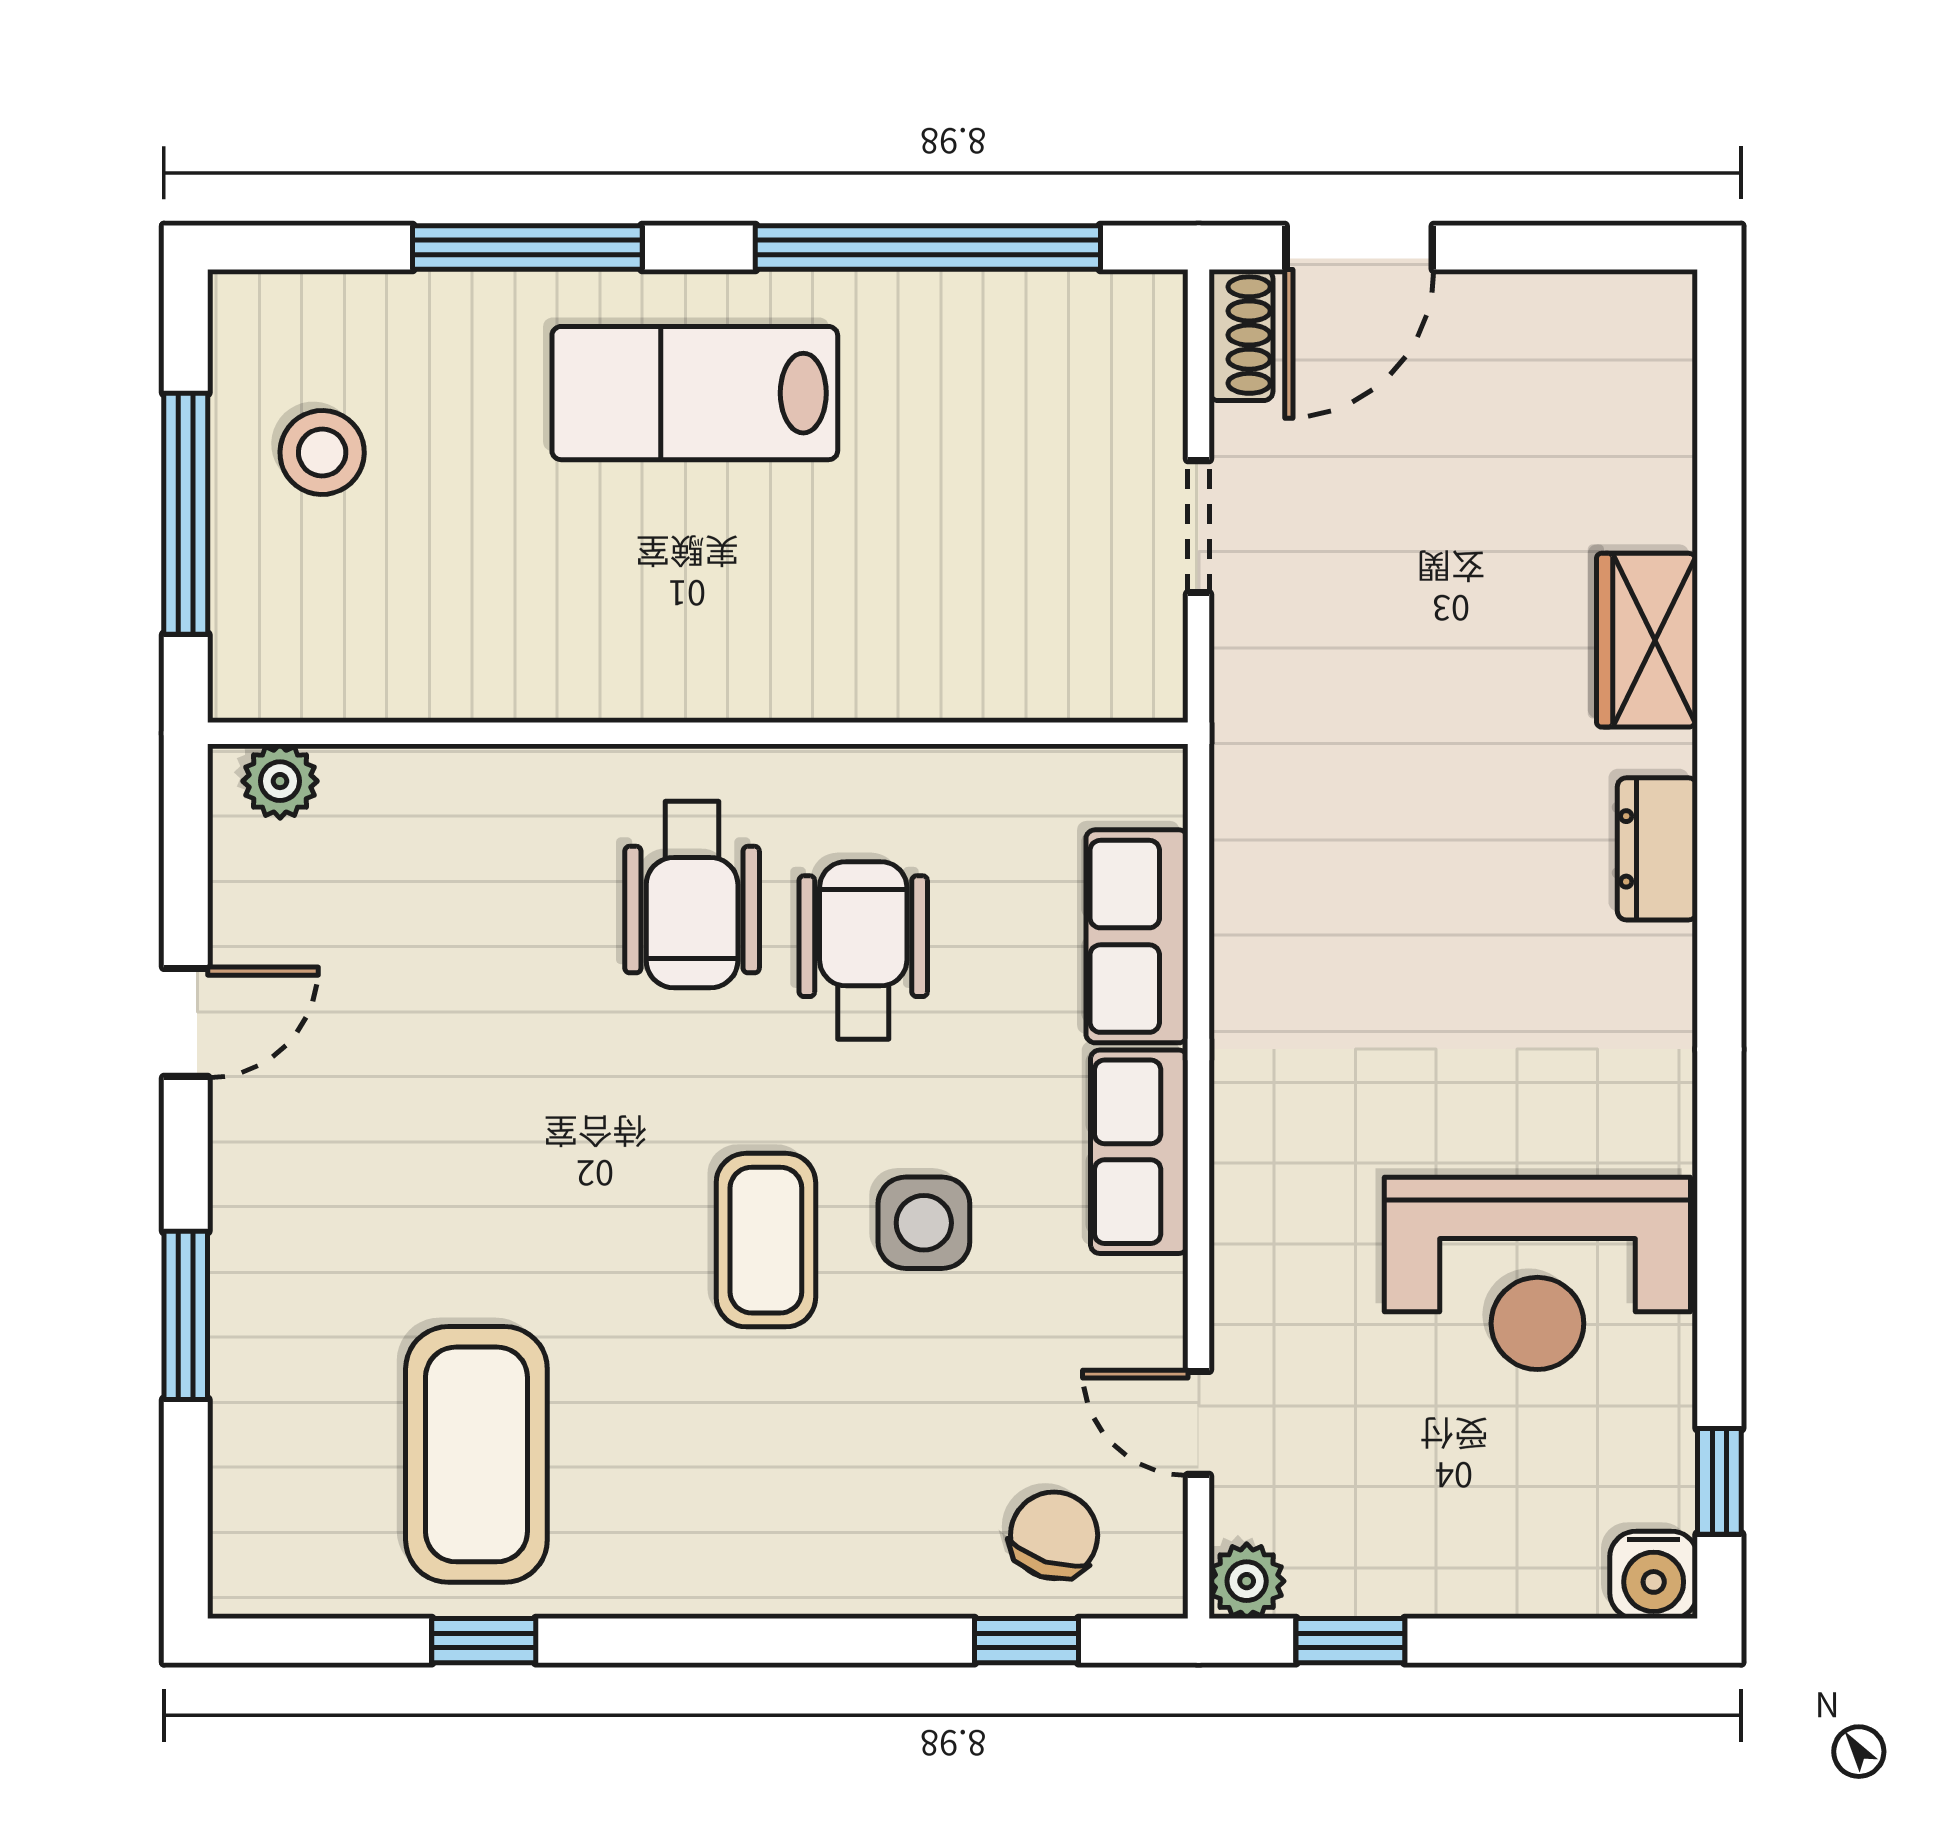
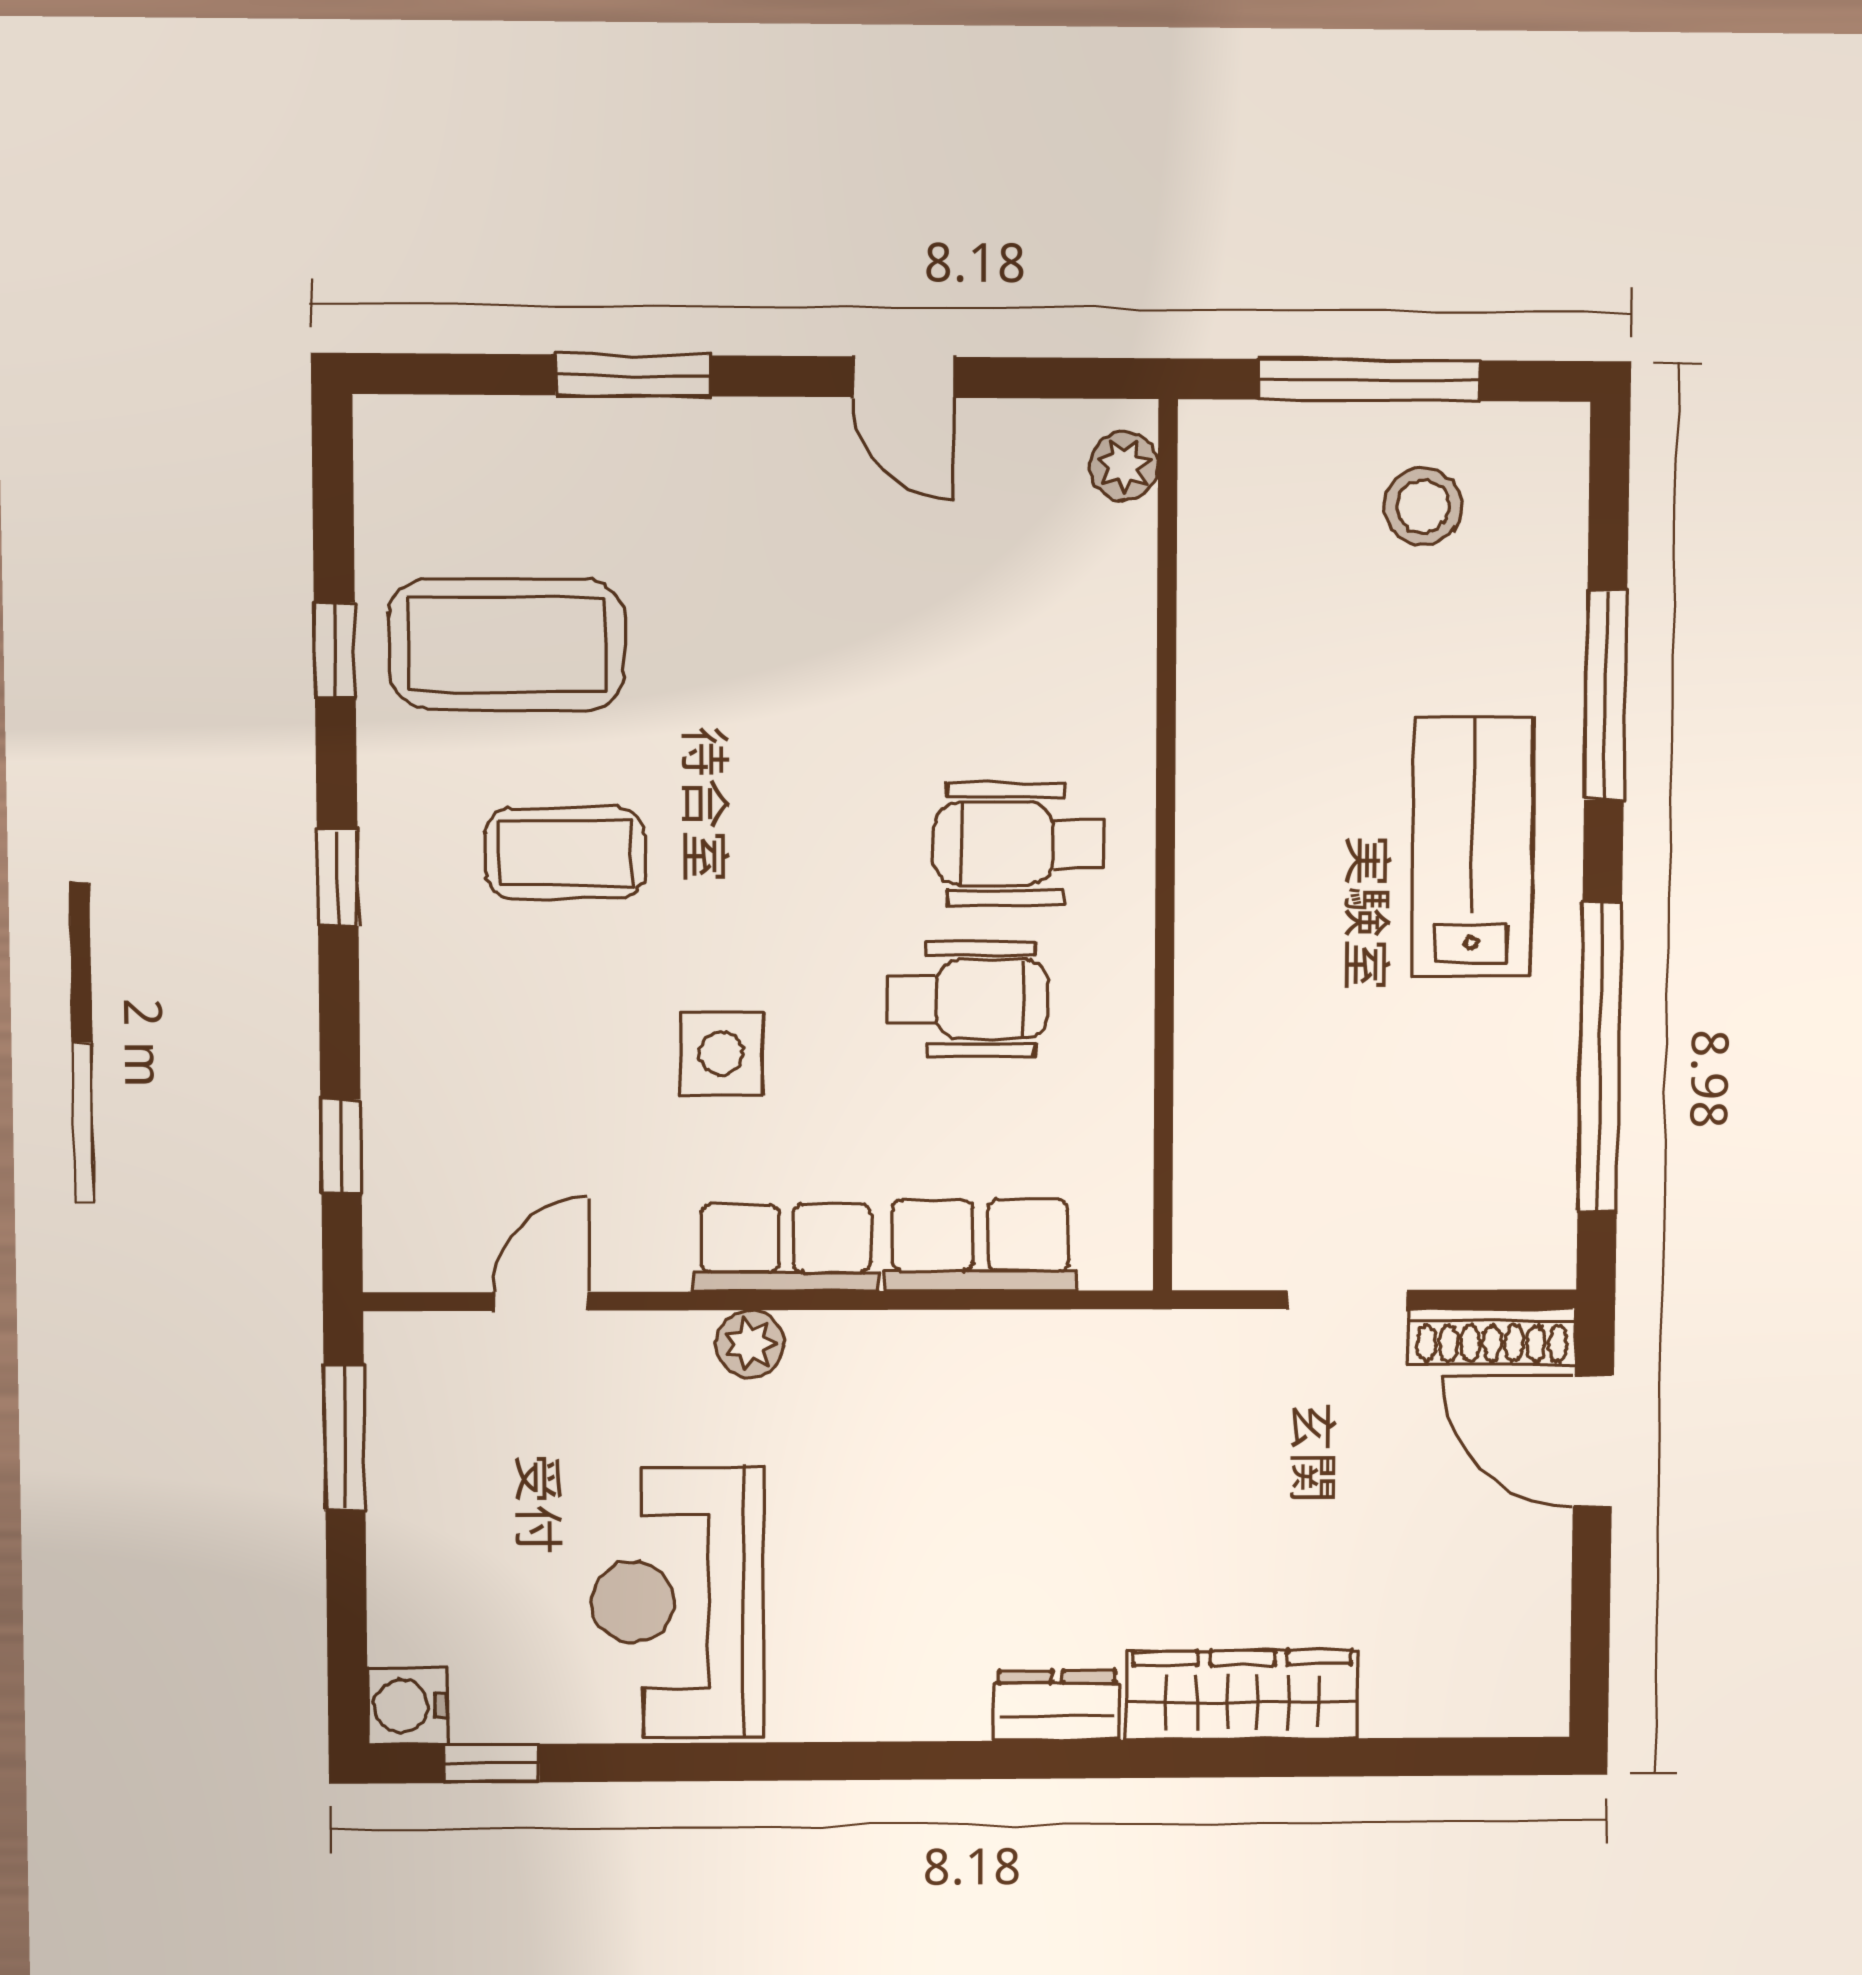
shoe rack: (1241, 335) -> (1492, 1337), width x1.43
wardrobe: (1647, 640) -> (1242, 1695), width x1.50
coffee table: (766, 1240) -> (565, 853), moved
chair: (1054, 1535) -> (437, 1172), removed
plant: (1247, 1581) -> (750, 1344), moved
window: (731, 1641) -> (338, 878), added
window: (1350, 1641) -> (345, 1438), width x1.50

